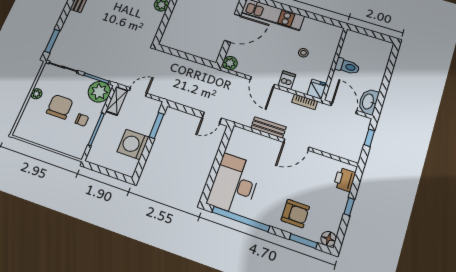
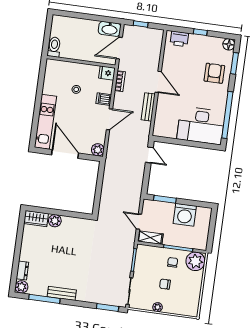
toilet: (347, 66) -> (54, 47), moved
plant: (99, 92) -> (195, 261), moved
chair: (60, 107) -> (165, 284), width x0.54, depth x0.54

